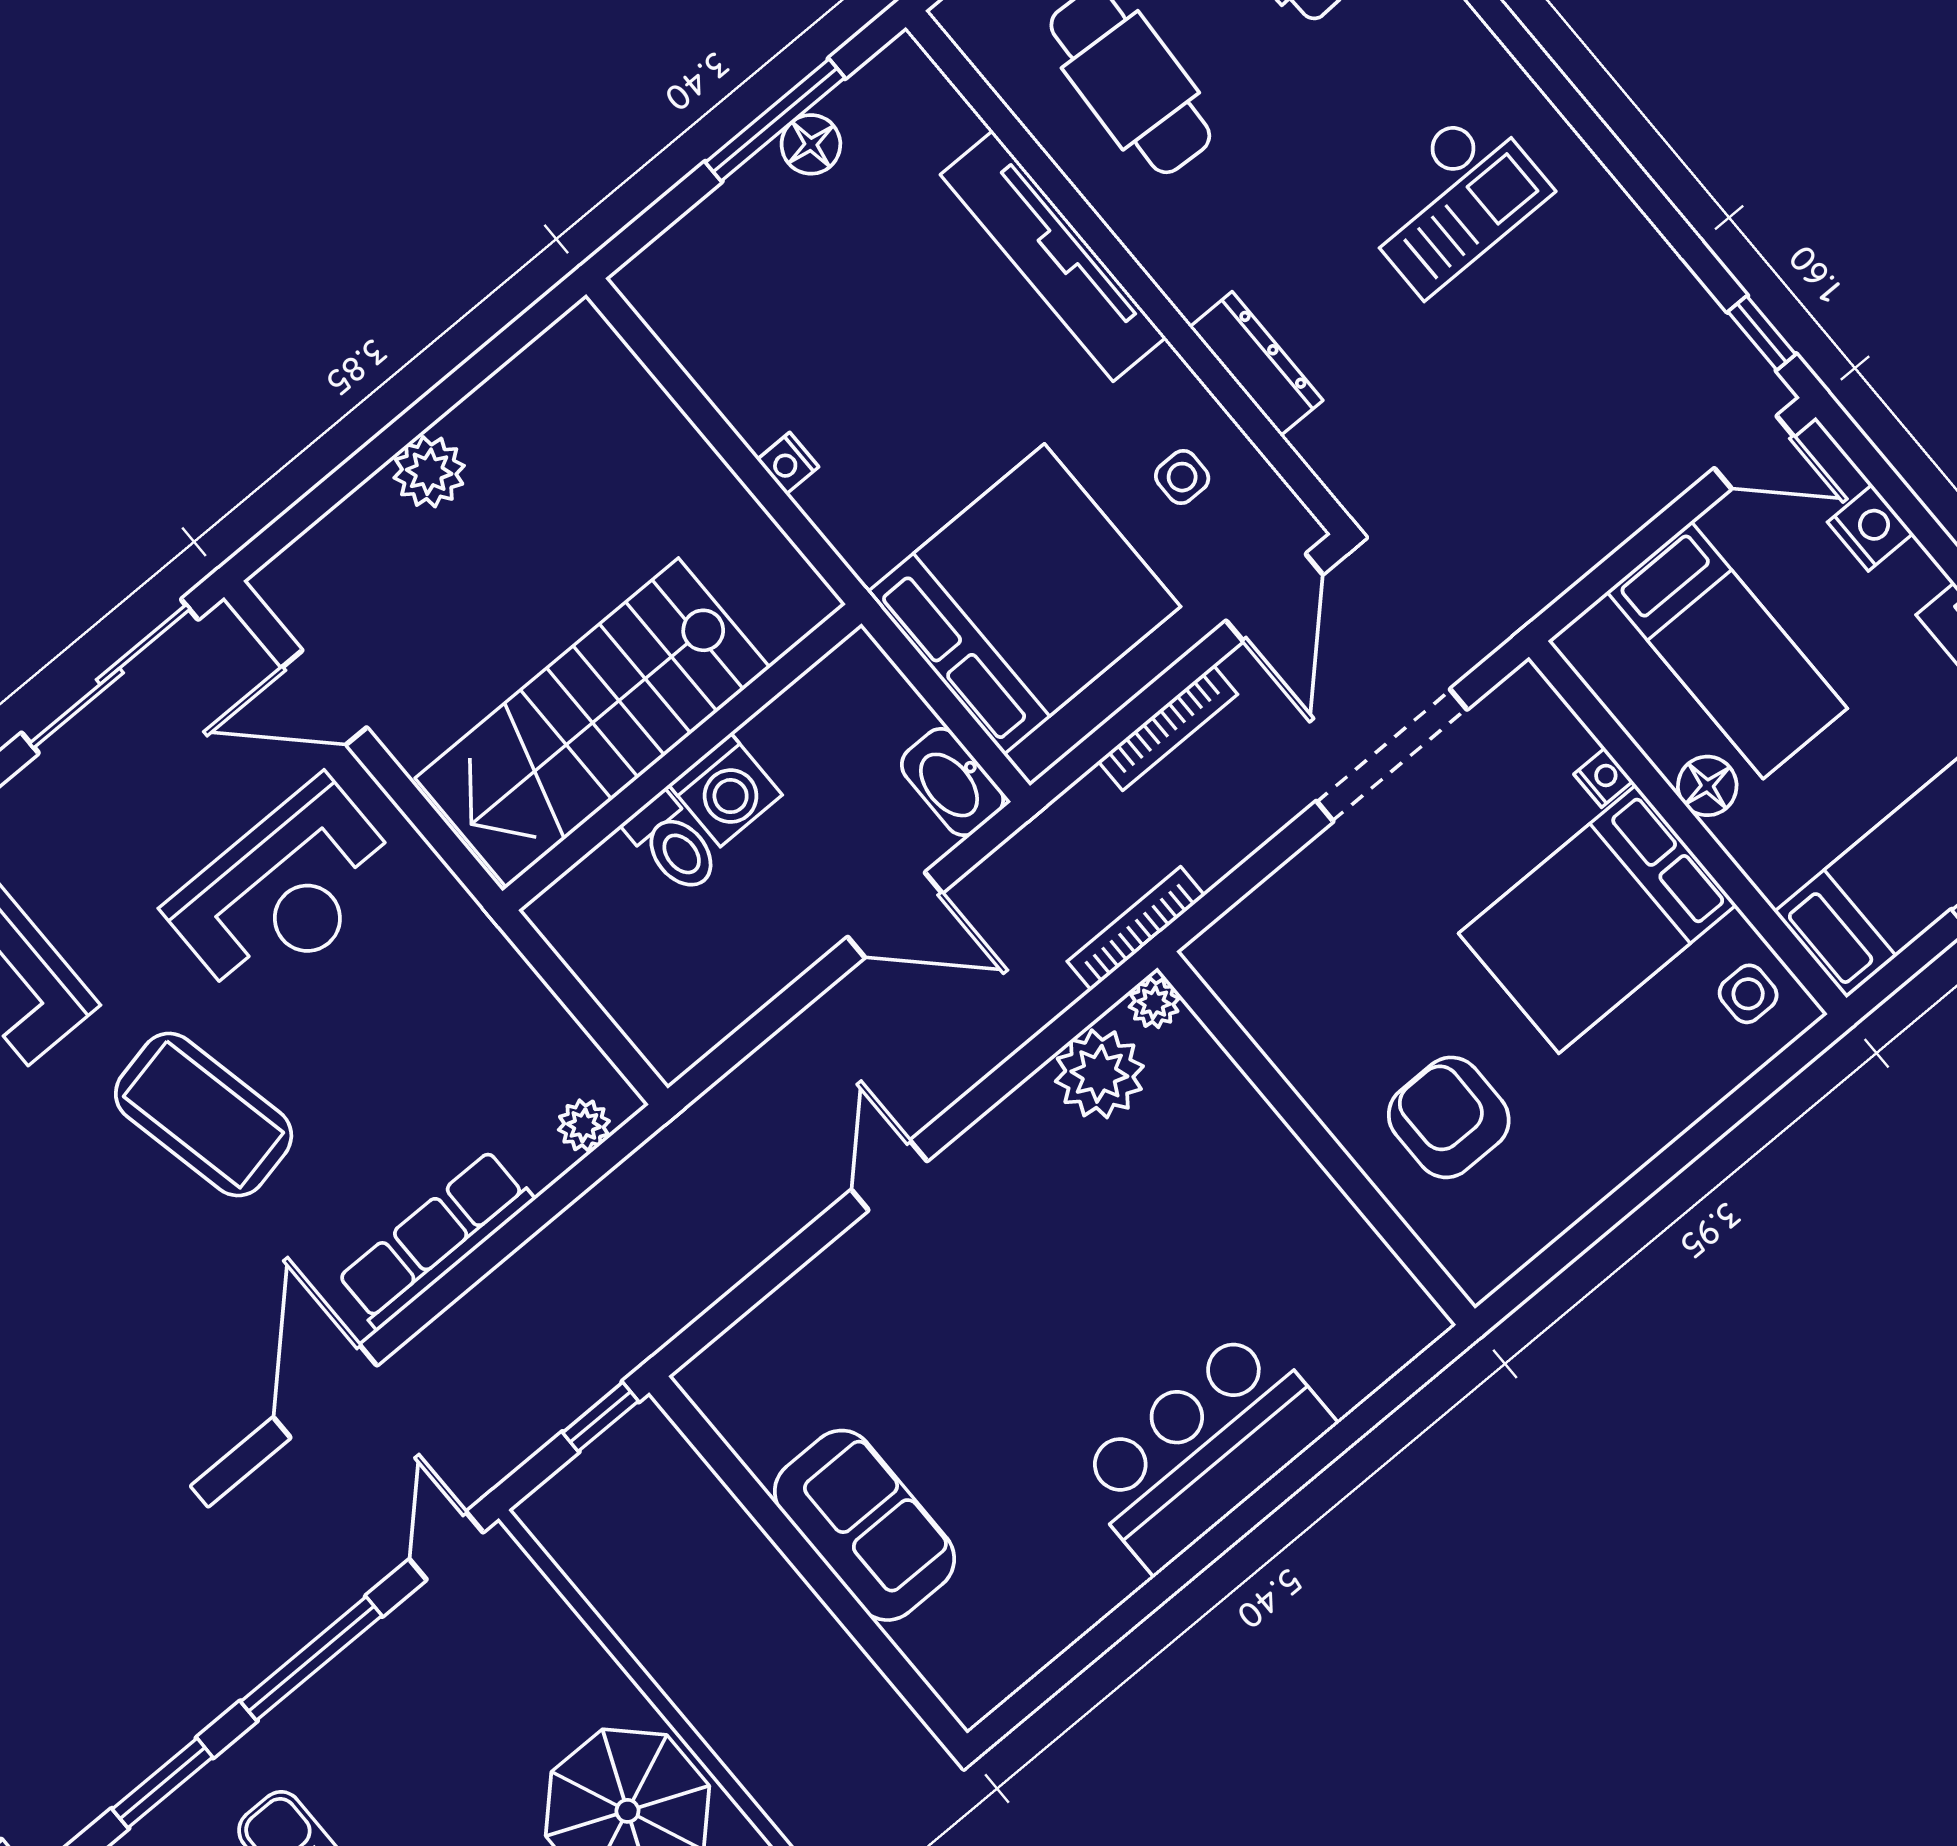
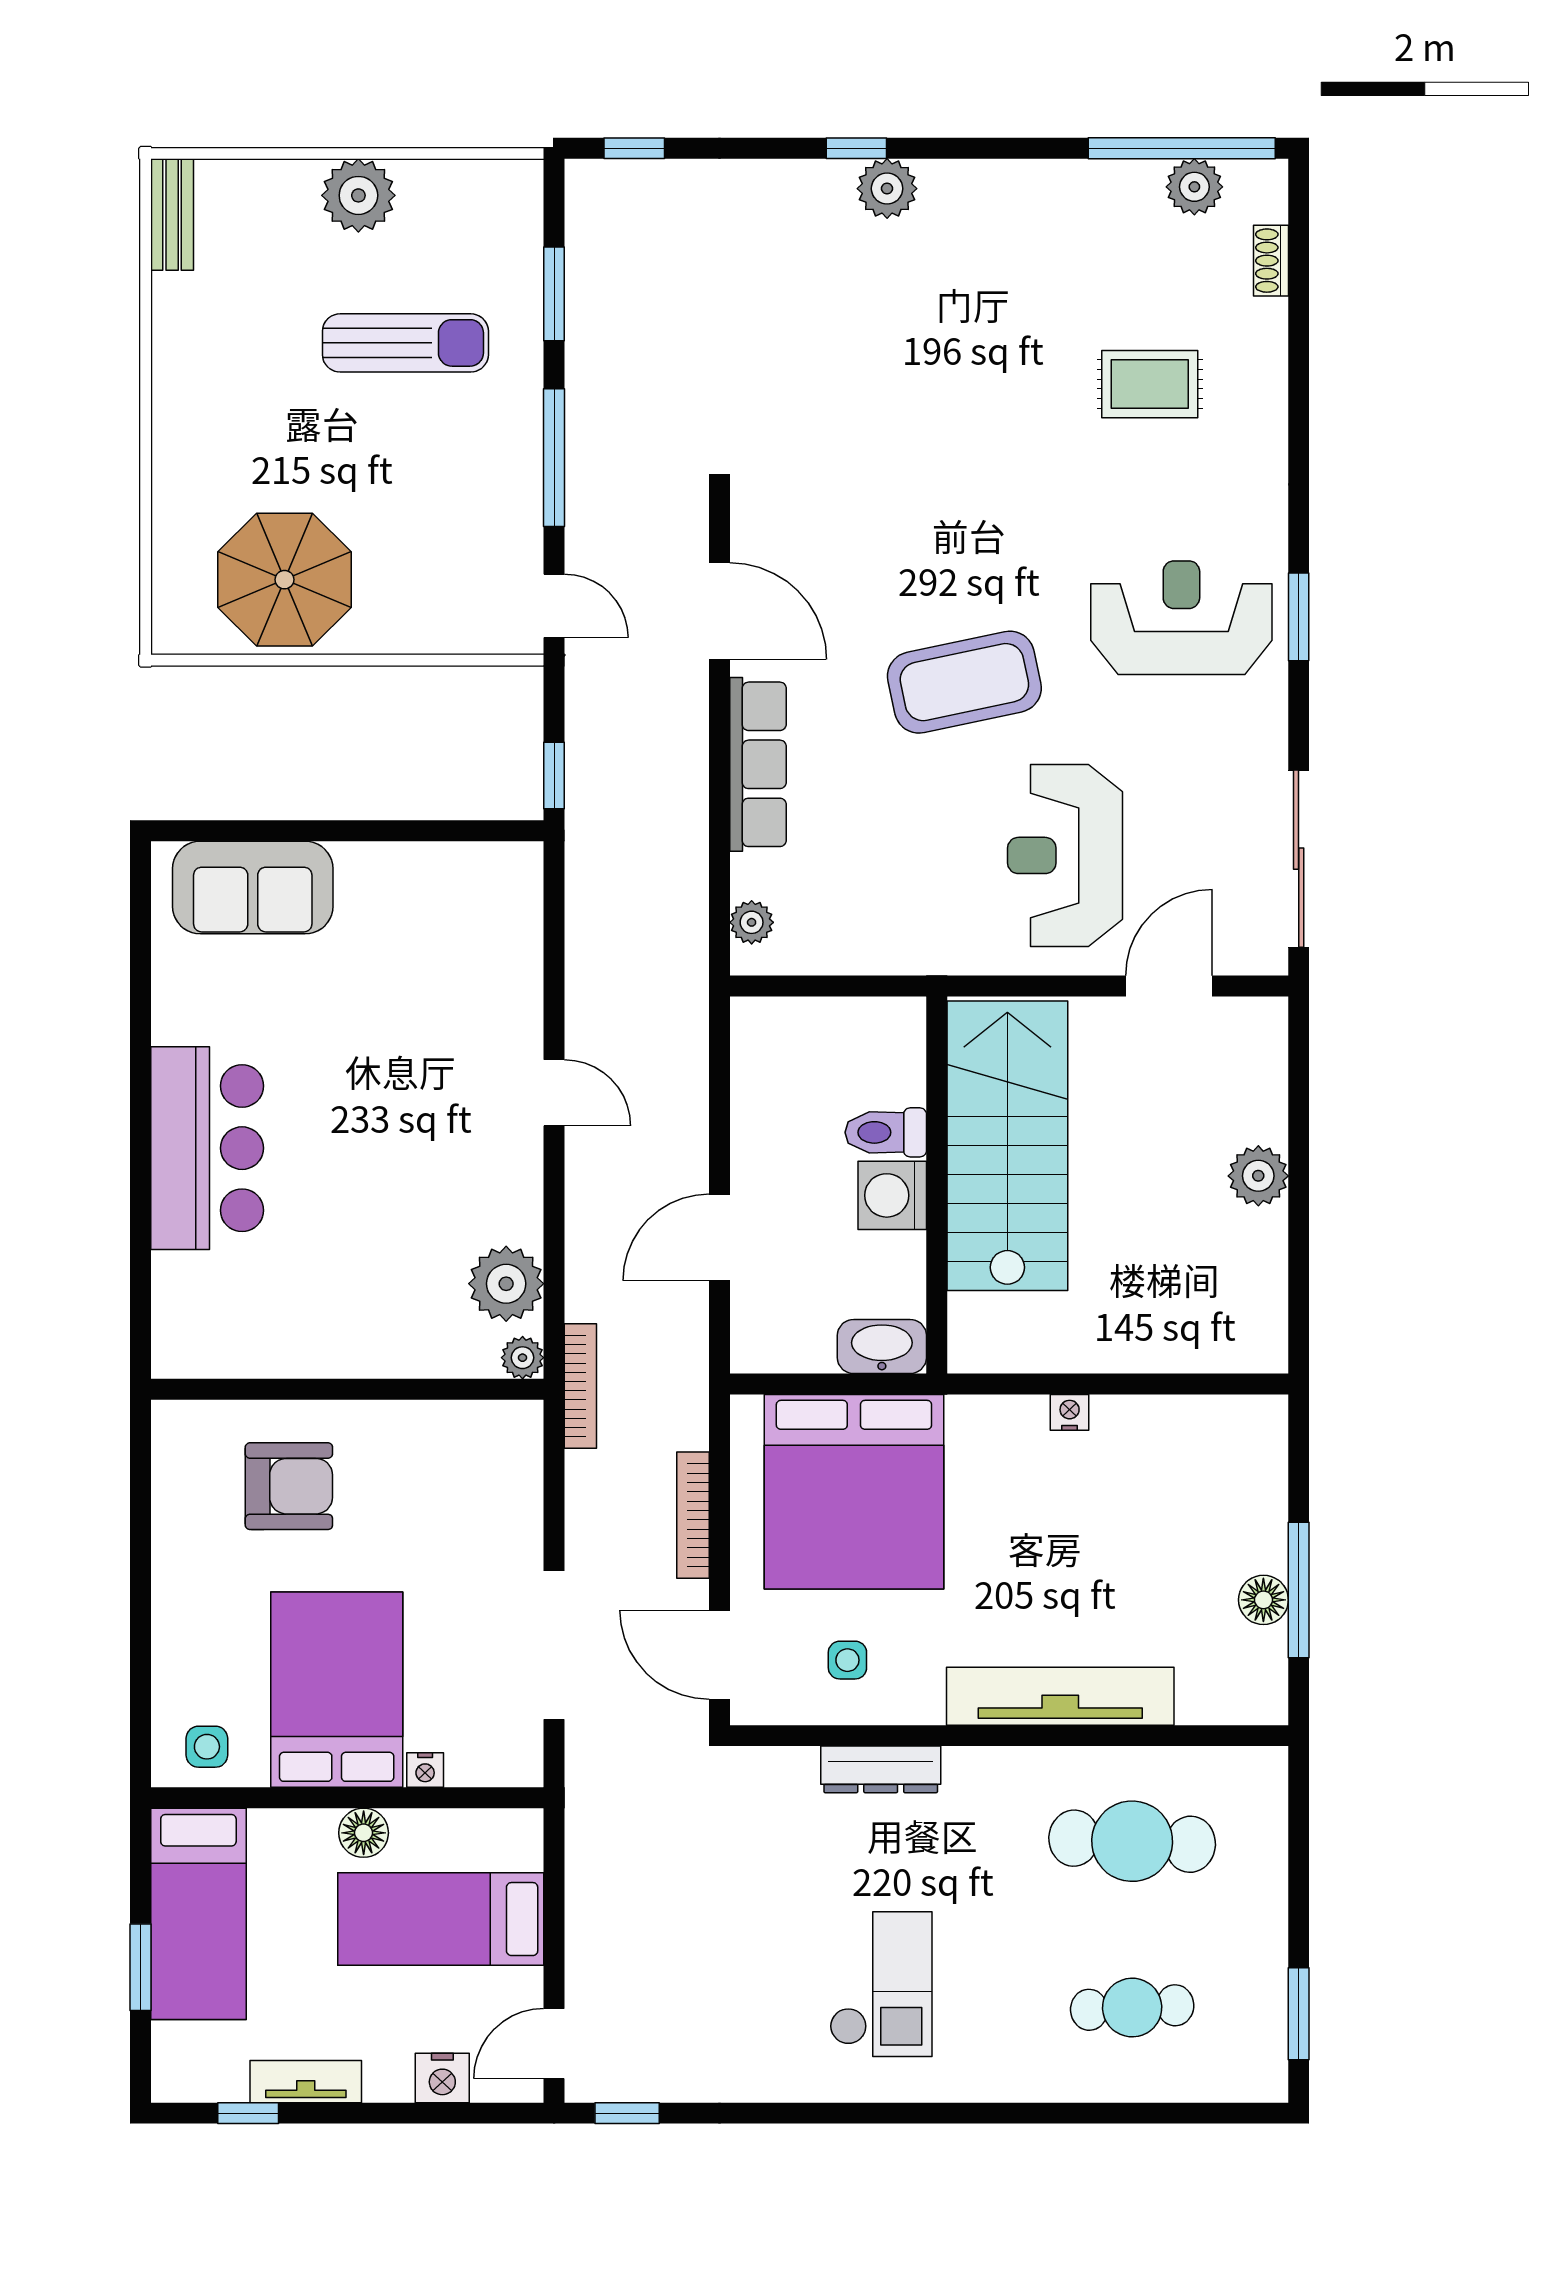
checkout: (1451, 200) -> (881, 1984), turned 180
washbasin: (952, 782) -> (882, 1347), moved
sofa: (864, 1525) -> (253, 888), moved

